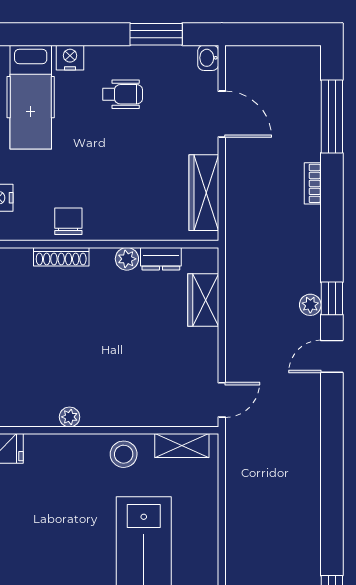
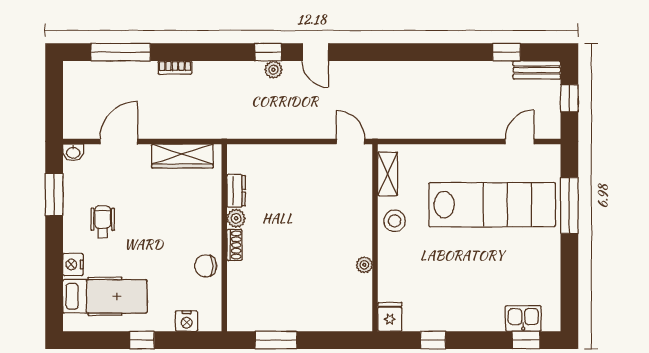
shoe rack: (61, 257) -> (234, 245), moved, width x0.70
wardrobe: (203, 300) -> (270, 156), removed

